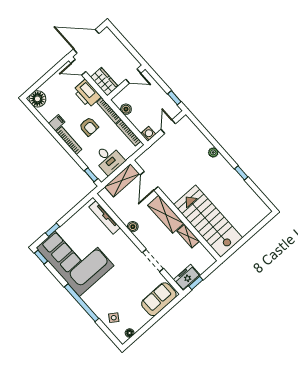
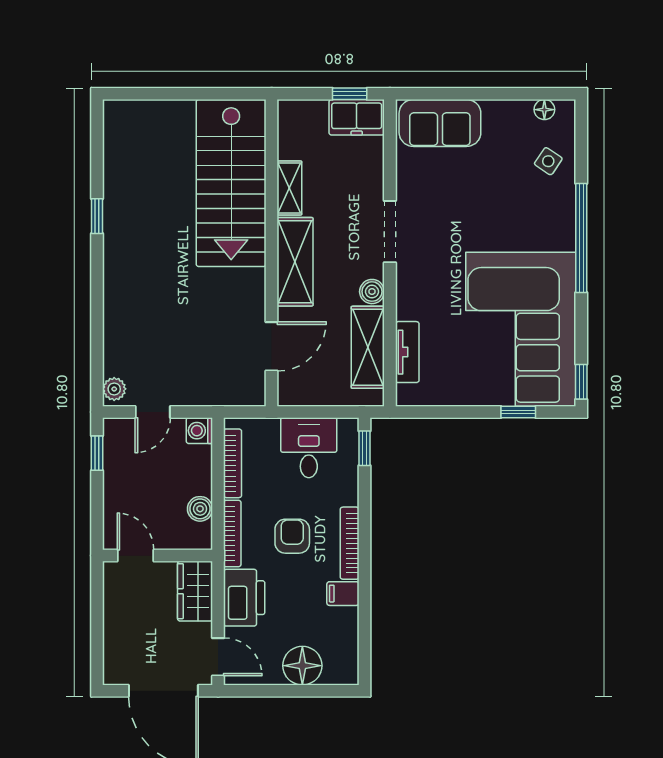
floor lamp: (37, 99) -> (302, 666), moved
plant: (213, 152) -> (114, 389), moved
shelving: (122, 180) -> (368, 347), moved, turned 90
tv unit: (105, 217) -> (407, 352), width x0.71
doorway: (153, 260) -> (390, 232), moved

